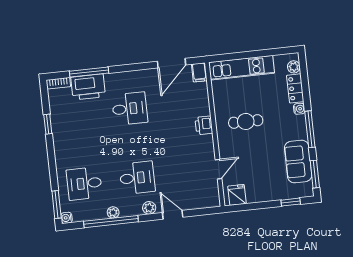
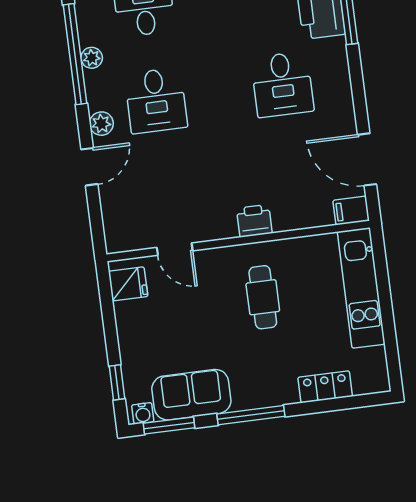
plant: (294, 67) -> (365, 383), removed
water cooler: (299, 109) -> (143, 413), moved

